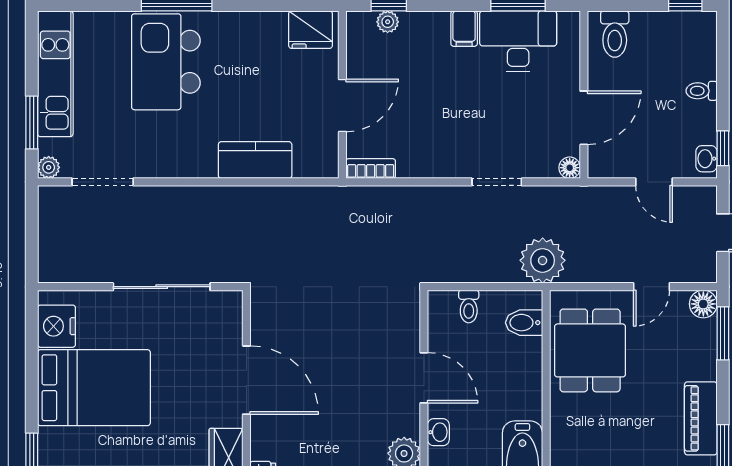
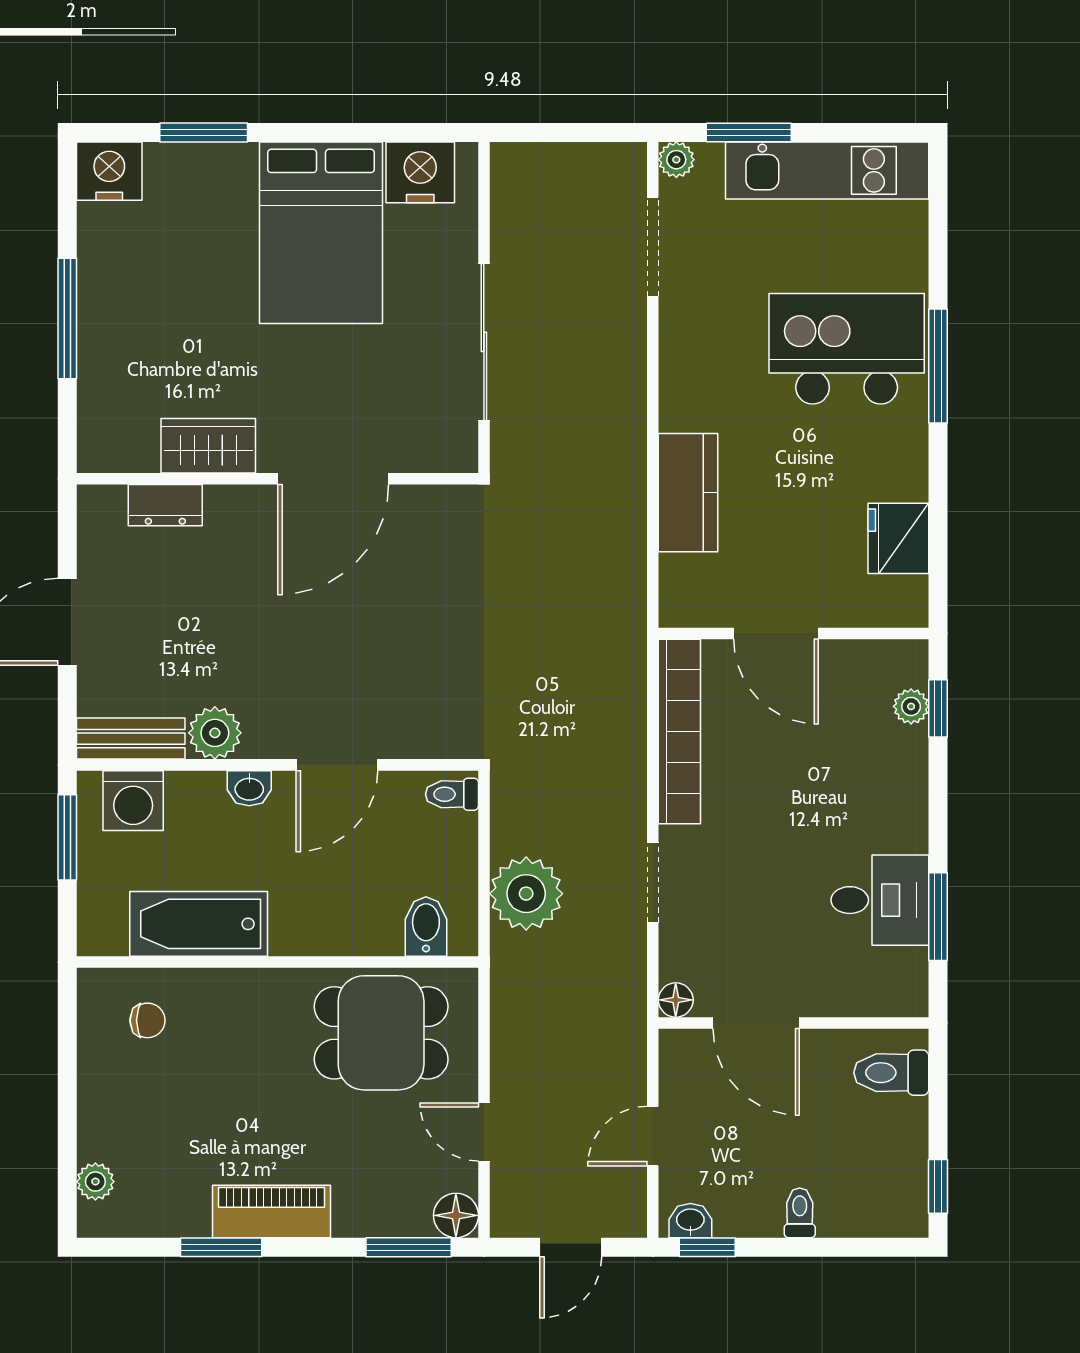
filing cabinet: (464, 29) -> (900, 830), removed
fridge: (311, 30) -> (898, 538), moved
desk: (518, 41) -> (880, 900), width x0.73
bookcase: (371, 169) -> (679, 732), width x2.31, depth x1.31
plant: (543, 260) -> (526, 894), moved
toilet: (469, 306) -> (452, 794), moved

